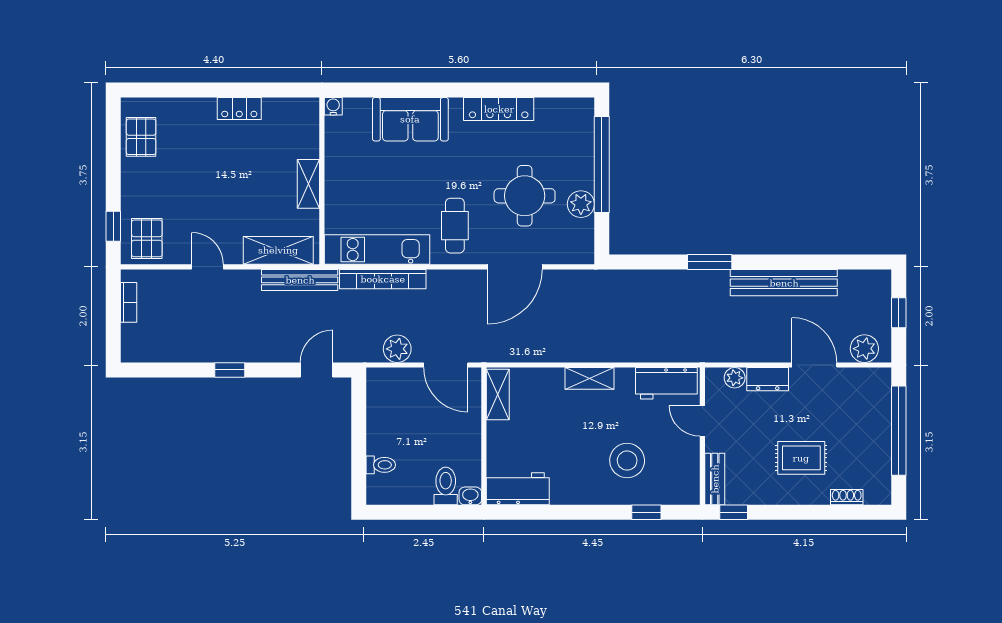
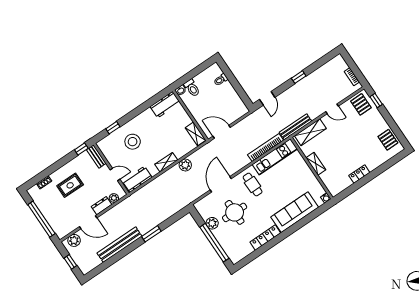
sofa: (410, 119) -> (295, 212), width x1.36
plant: (397, 349) -> (185, 165), moved

